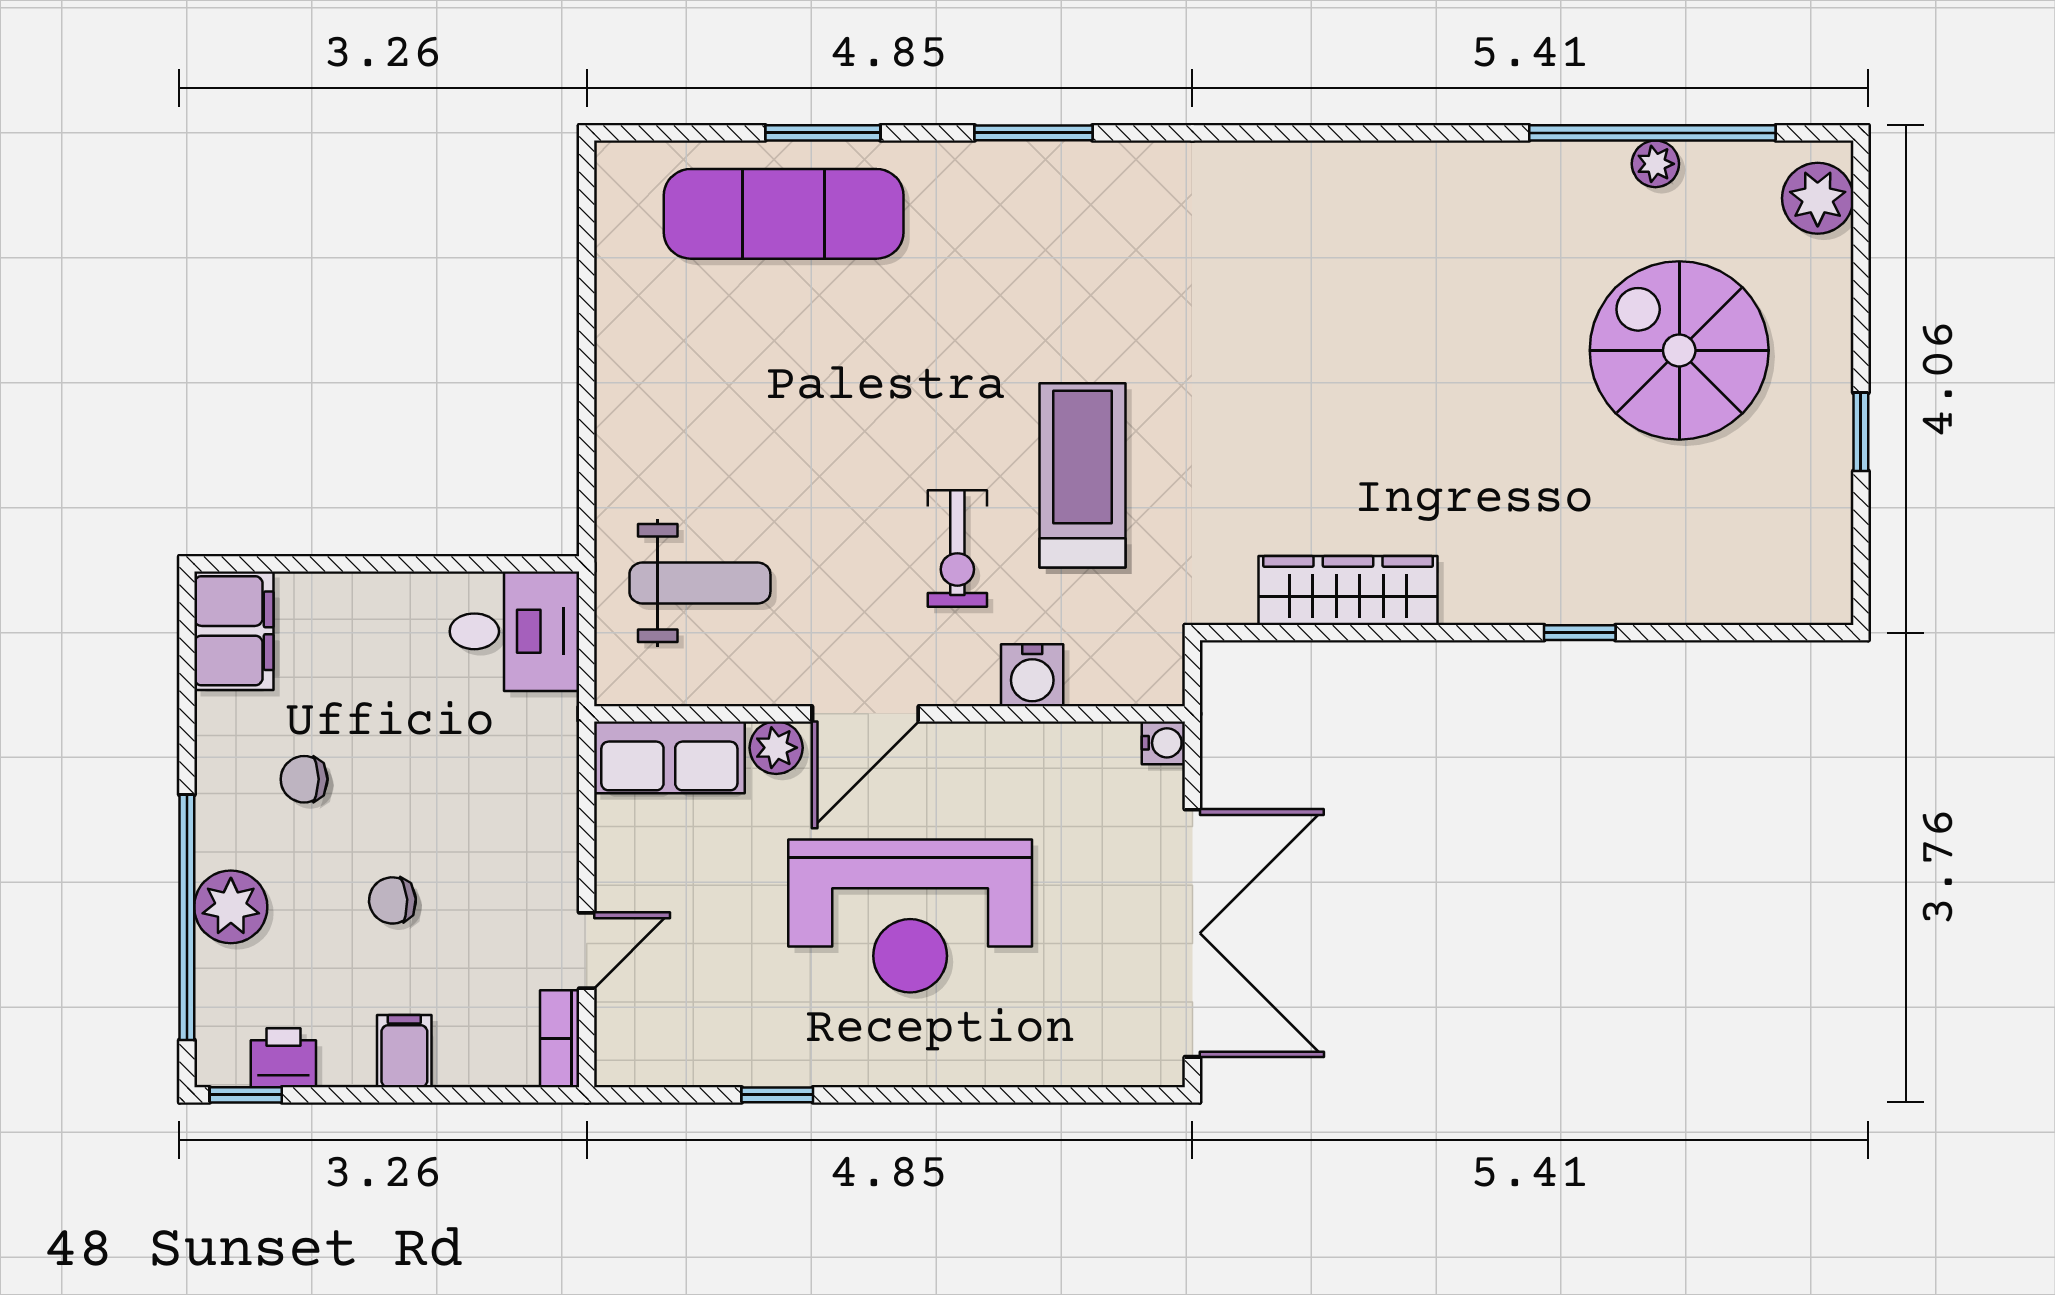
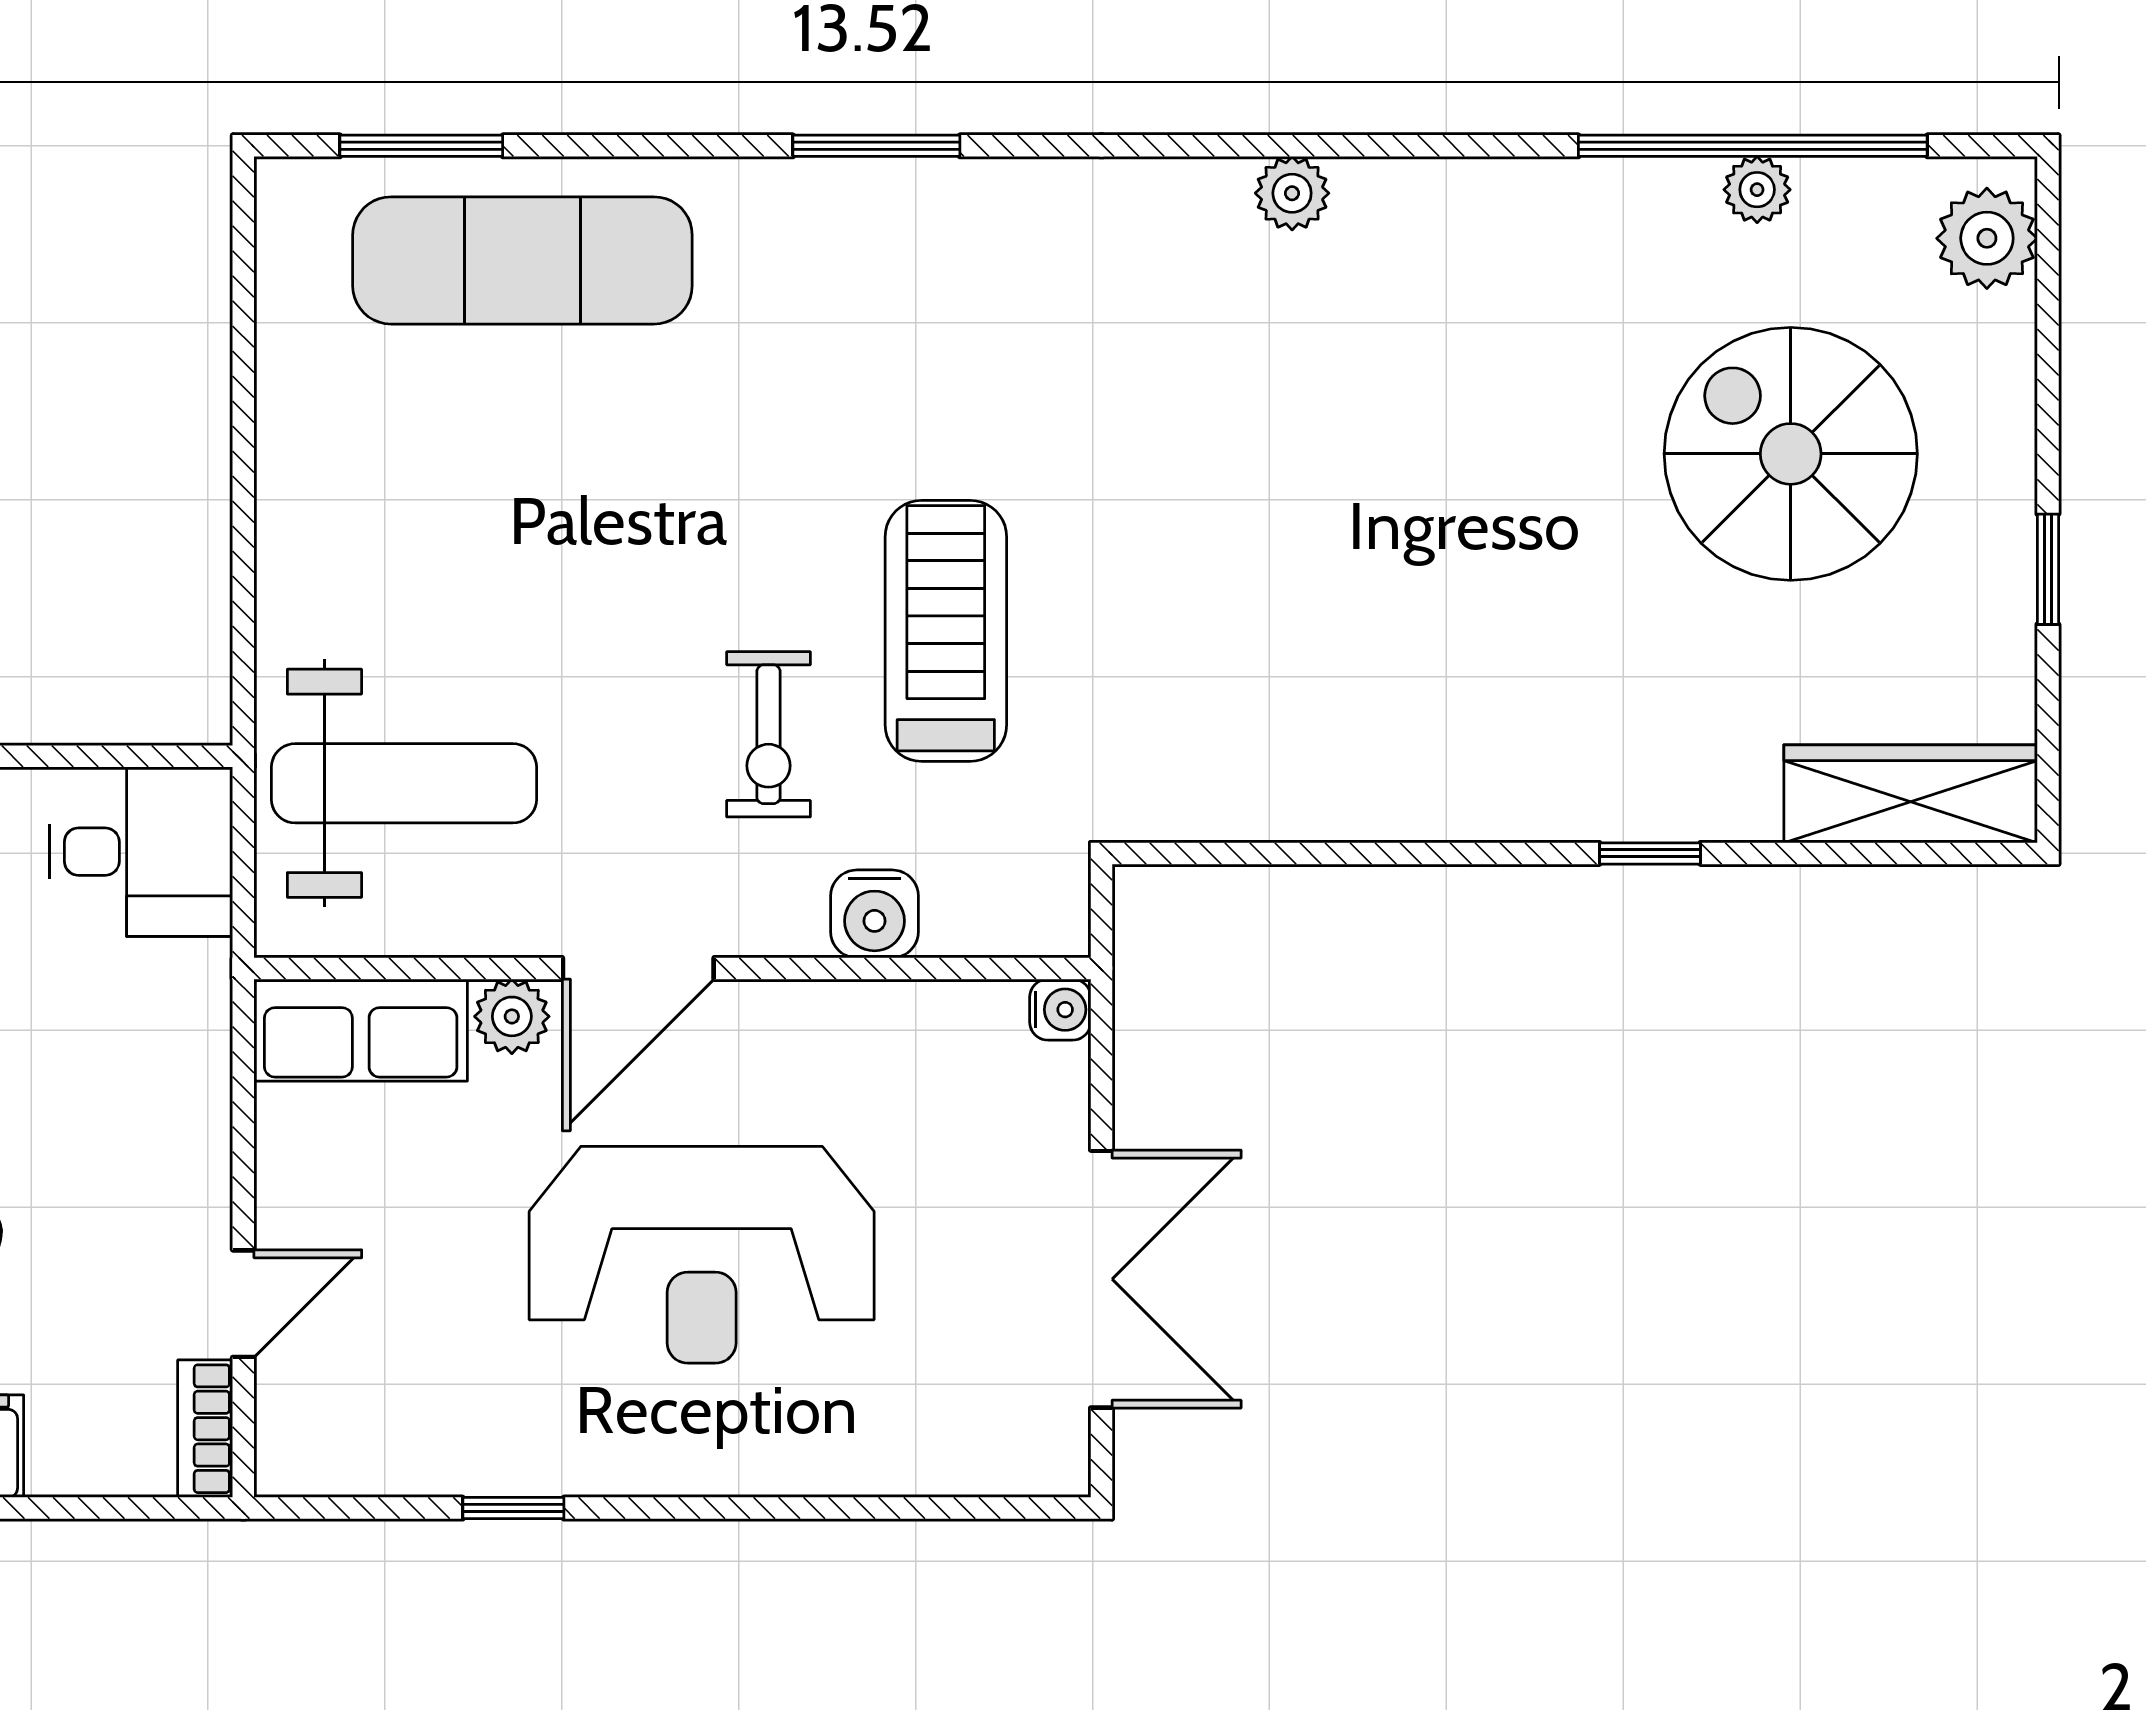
window: (823, 133) -> (421, 146), moved
plant: (1327, 166) -> (1292, 193), added
weight bench: (700, 583) -> (404, 783), width x1.36, depth x1.33
wardrobe: (1348, 590) -> (1911, 794), moved
double door: (1192, 933) -> (1101, 1279), width x0.73

